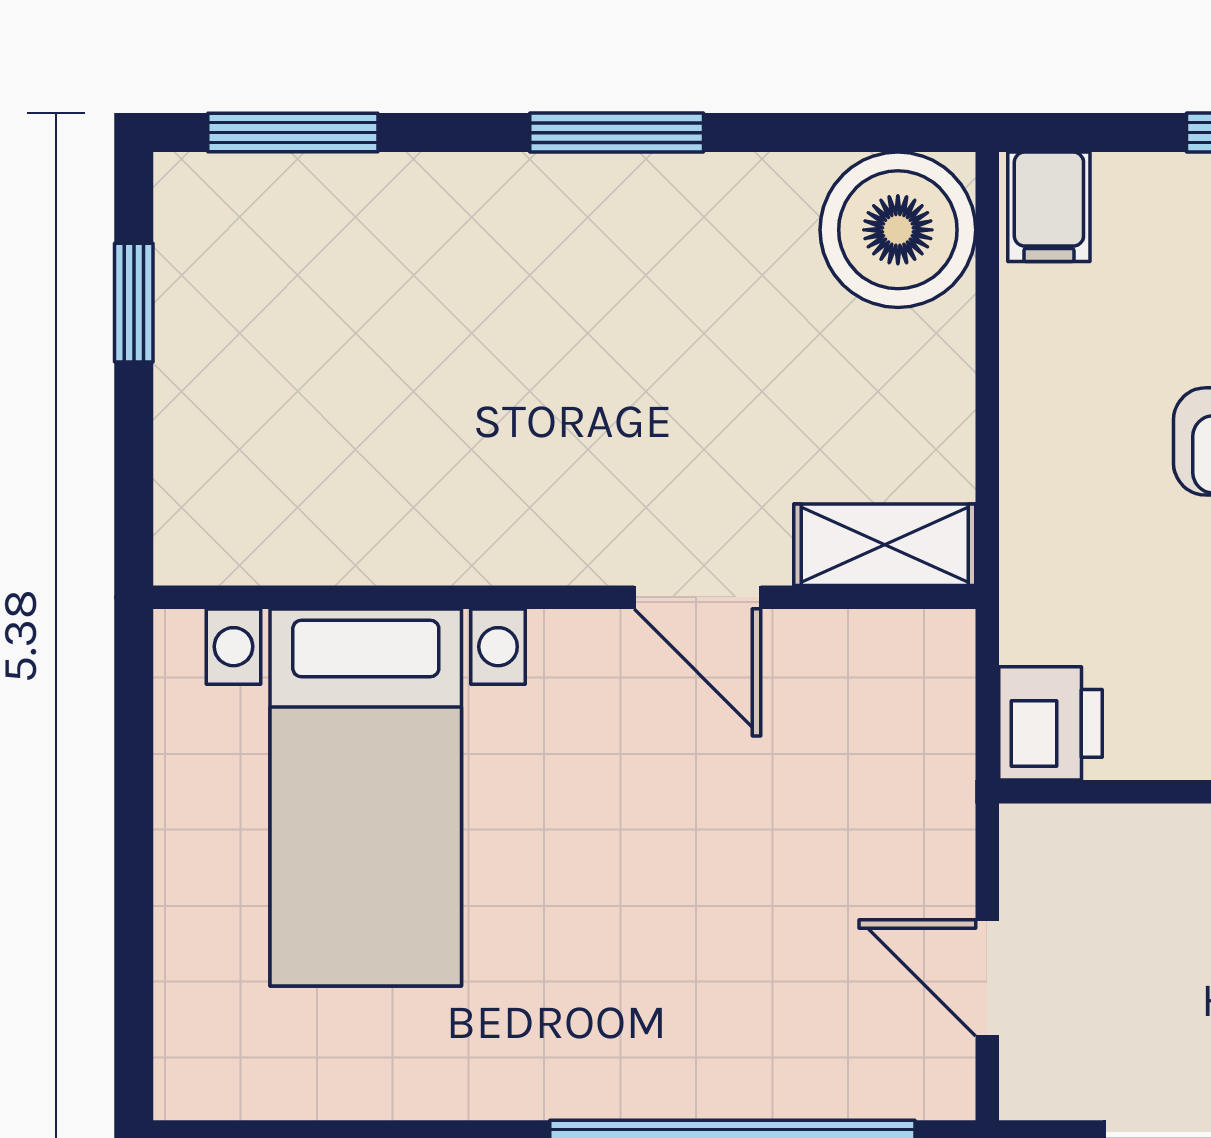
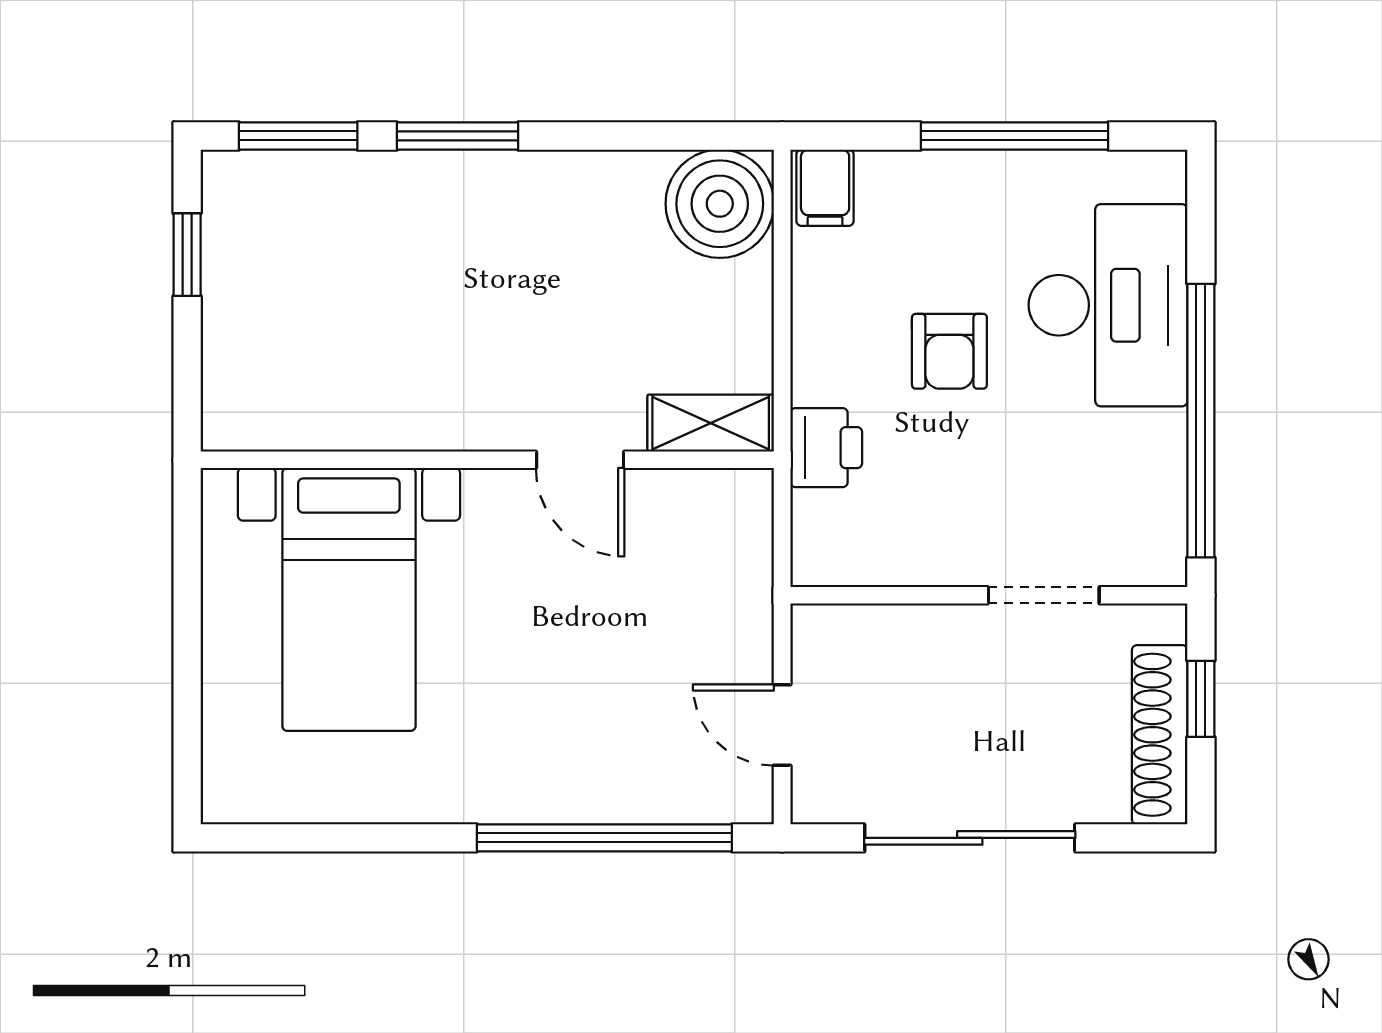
window: (617, 133) -> (458, 136), moved
printer: (1051, 723) -> (826, 448), moved

